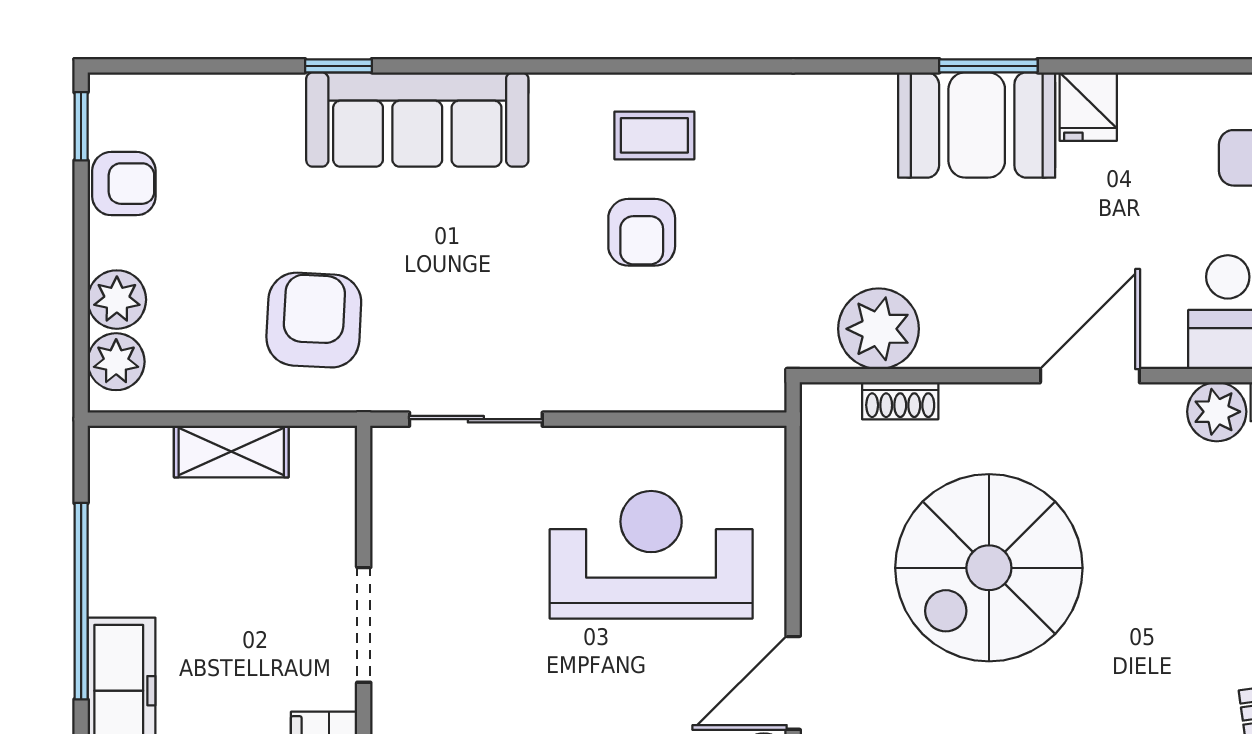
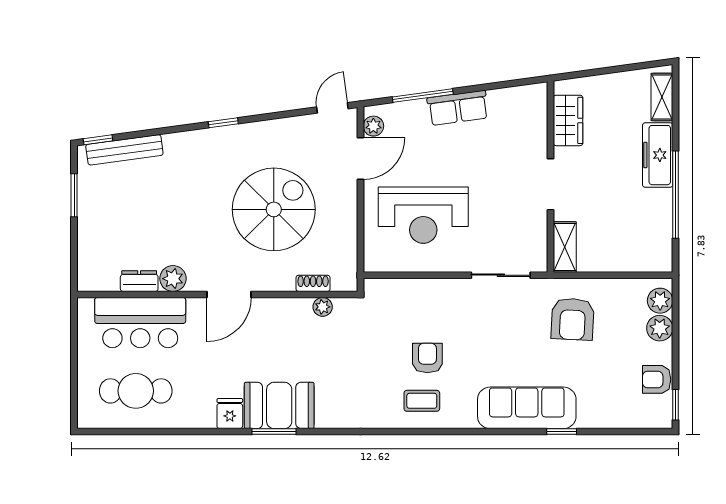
plant: (879, 329) -> (323, 307), width x0.53, depth x0.53
shelving: (231, 451) -> (565, 247), moved, turned 90

